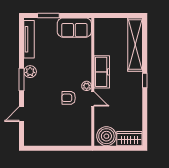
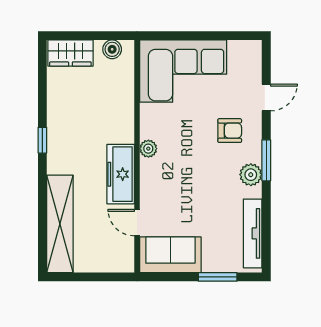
window: (145, 80) -> (42, 140), moved
armchair: (69, 98) -> (230, 131), moved
door: (93, 99) -> (137, 223), moved
corner sofa: (67, 129) -> (183, 71), added
boiler: (106, 136) -> (112, 49), width x0.54, depth x0.54

